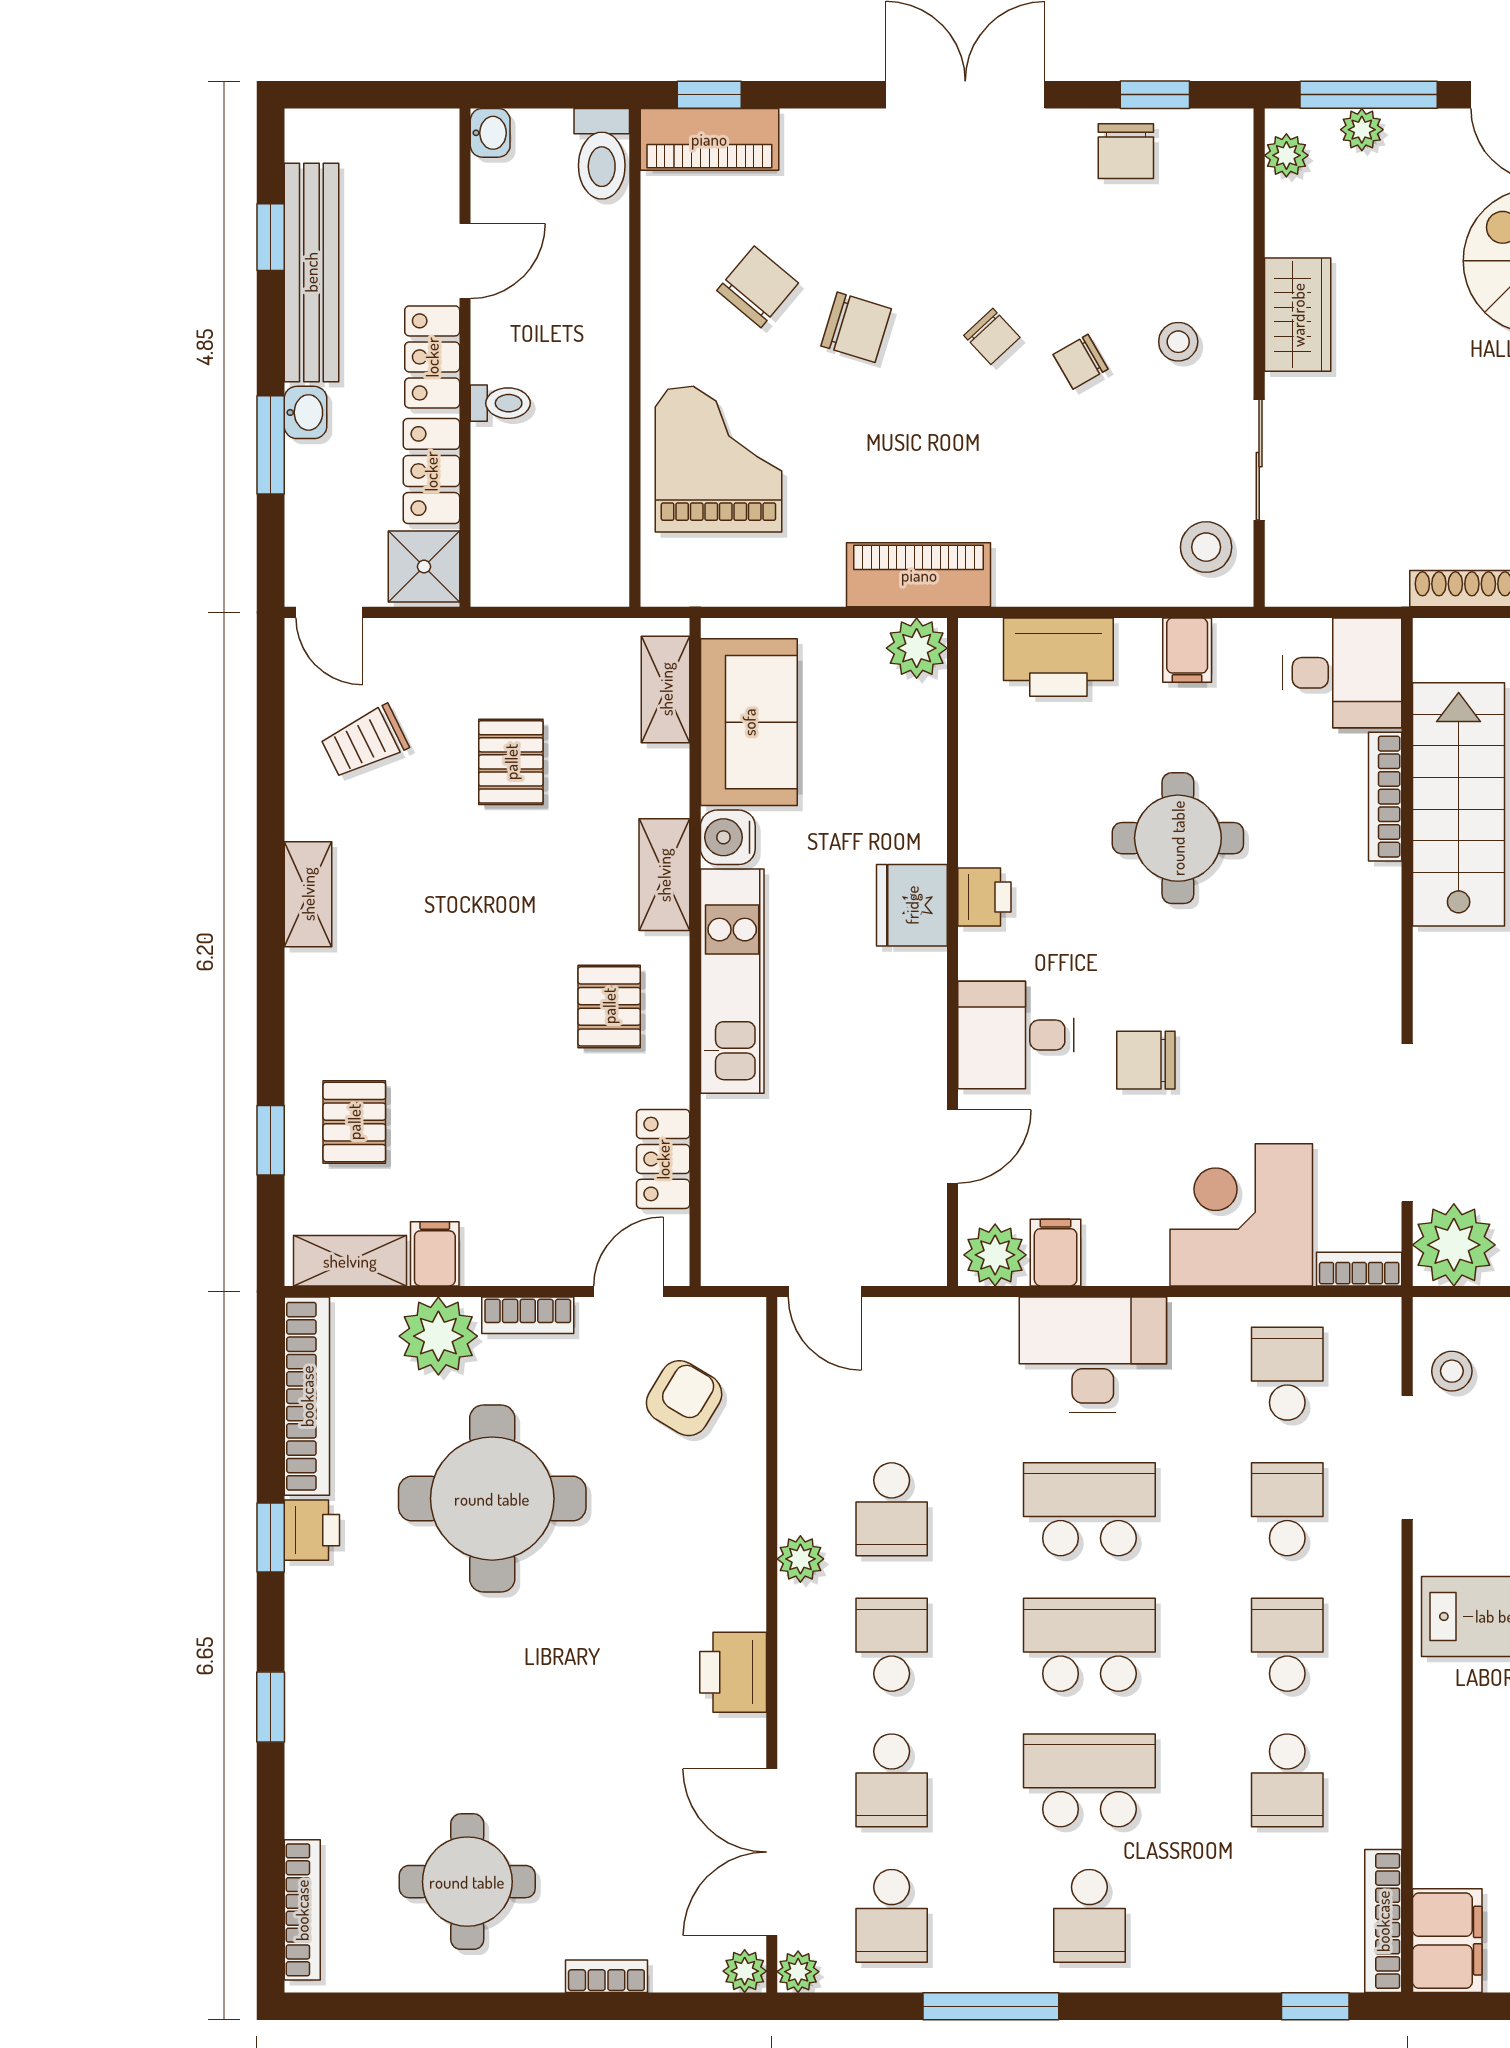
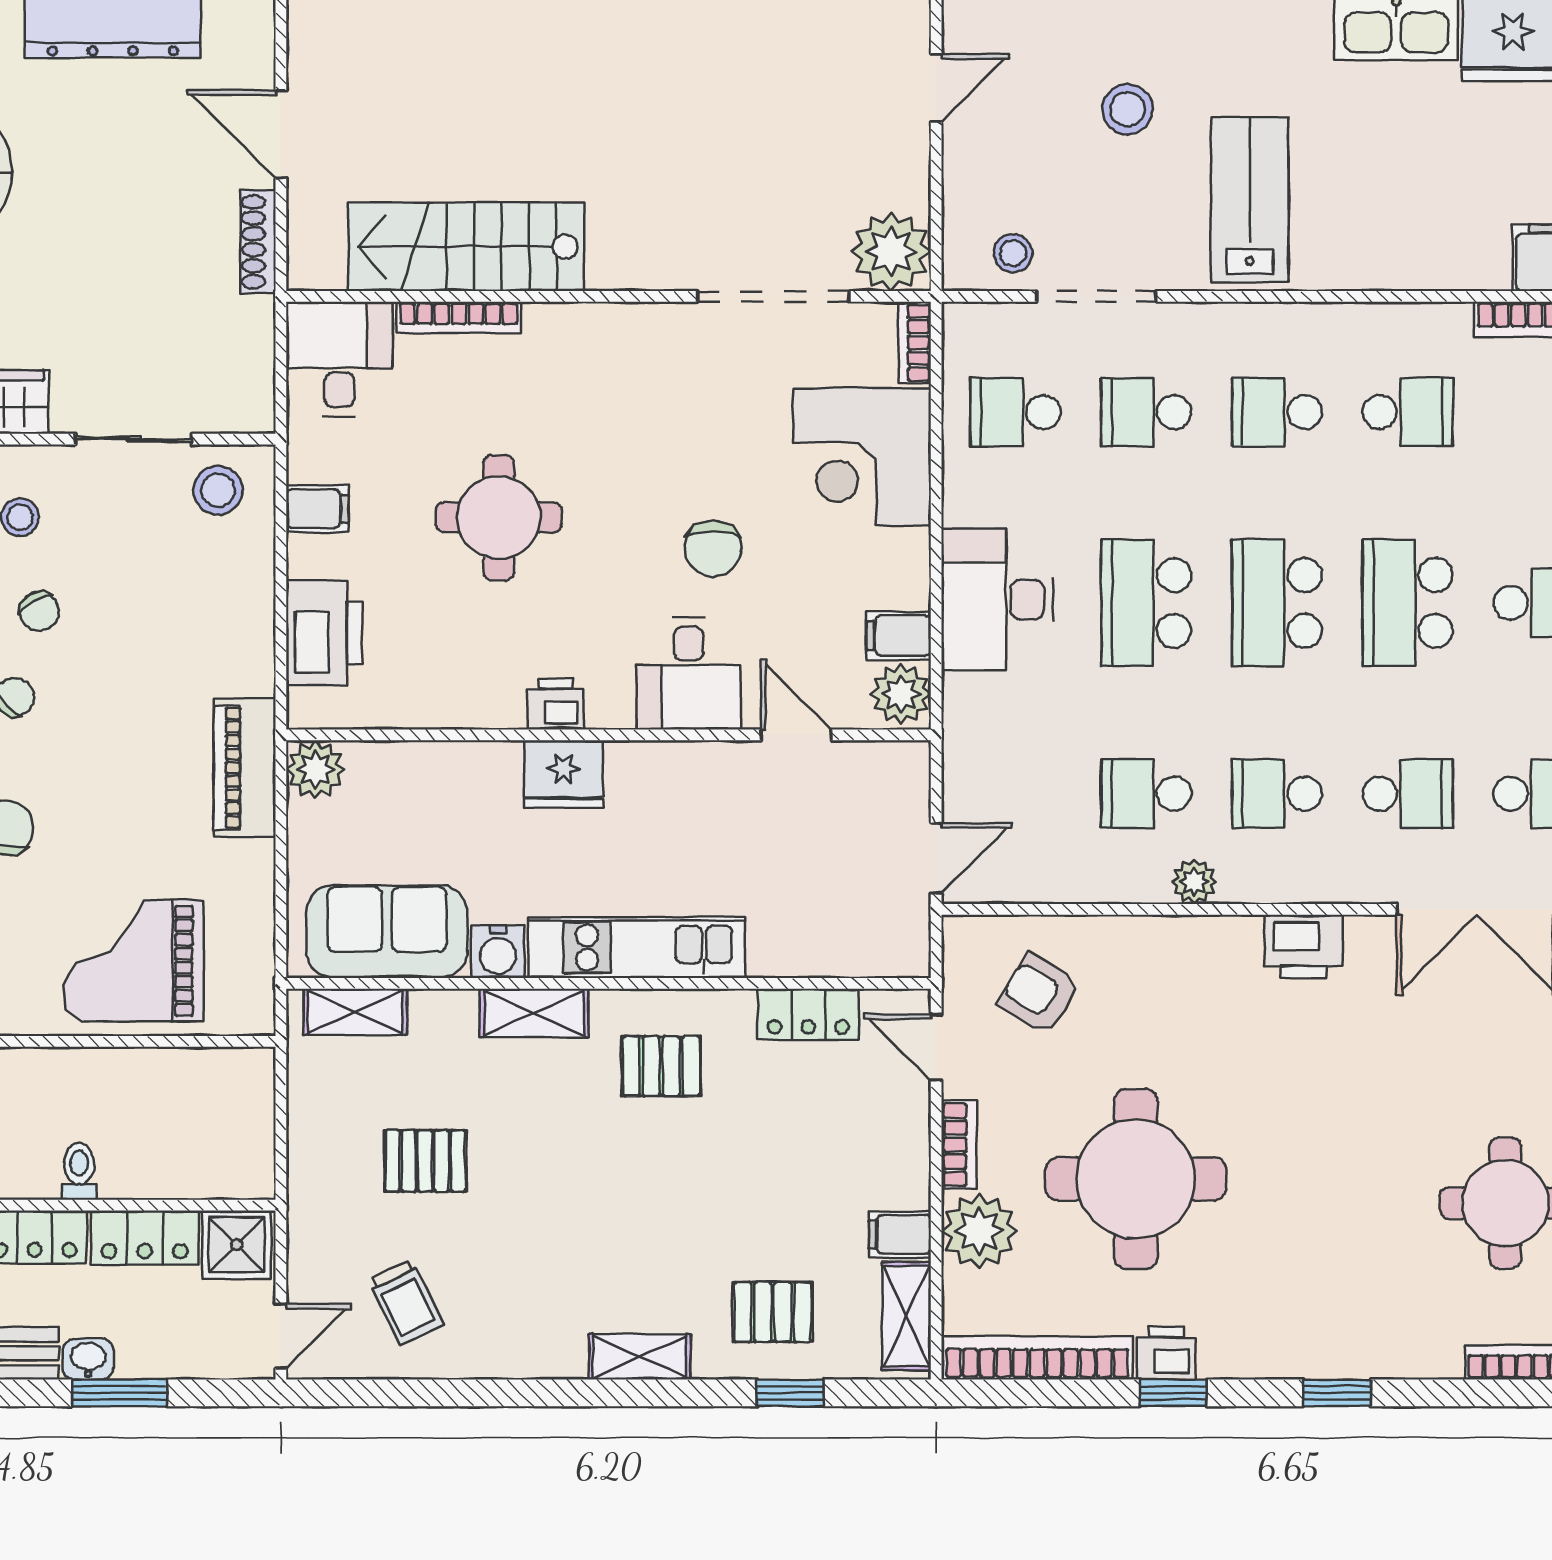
shelving: (308, 894) -> (640, 1357), moved
school desk: (892, 1509) -> (1146, 794), turned 180

